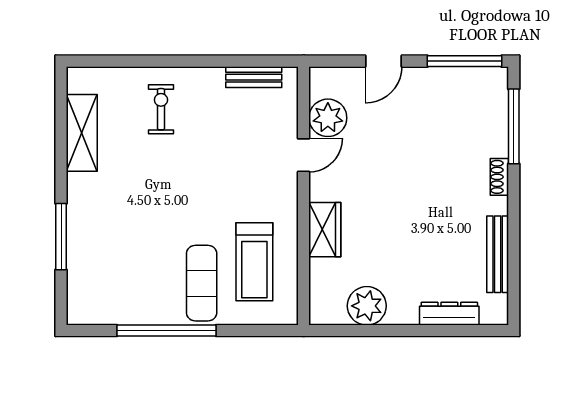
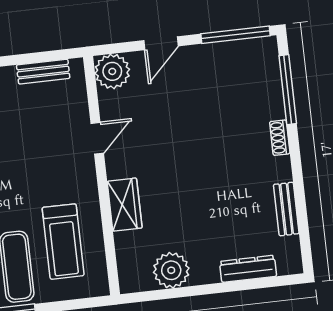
plant: (328, 118) -> (112, 71), moved
bench: (498, 254) -> (286, 209), width x0.73

